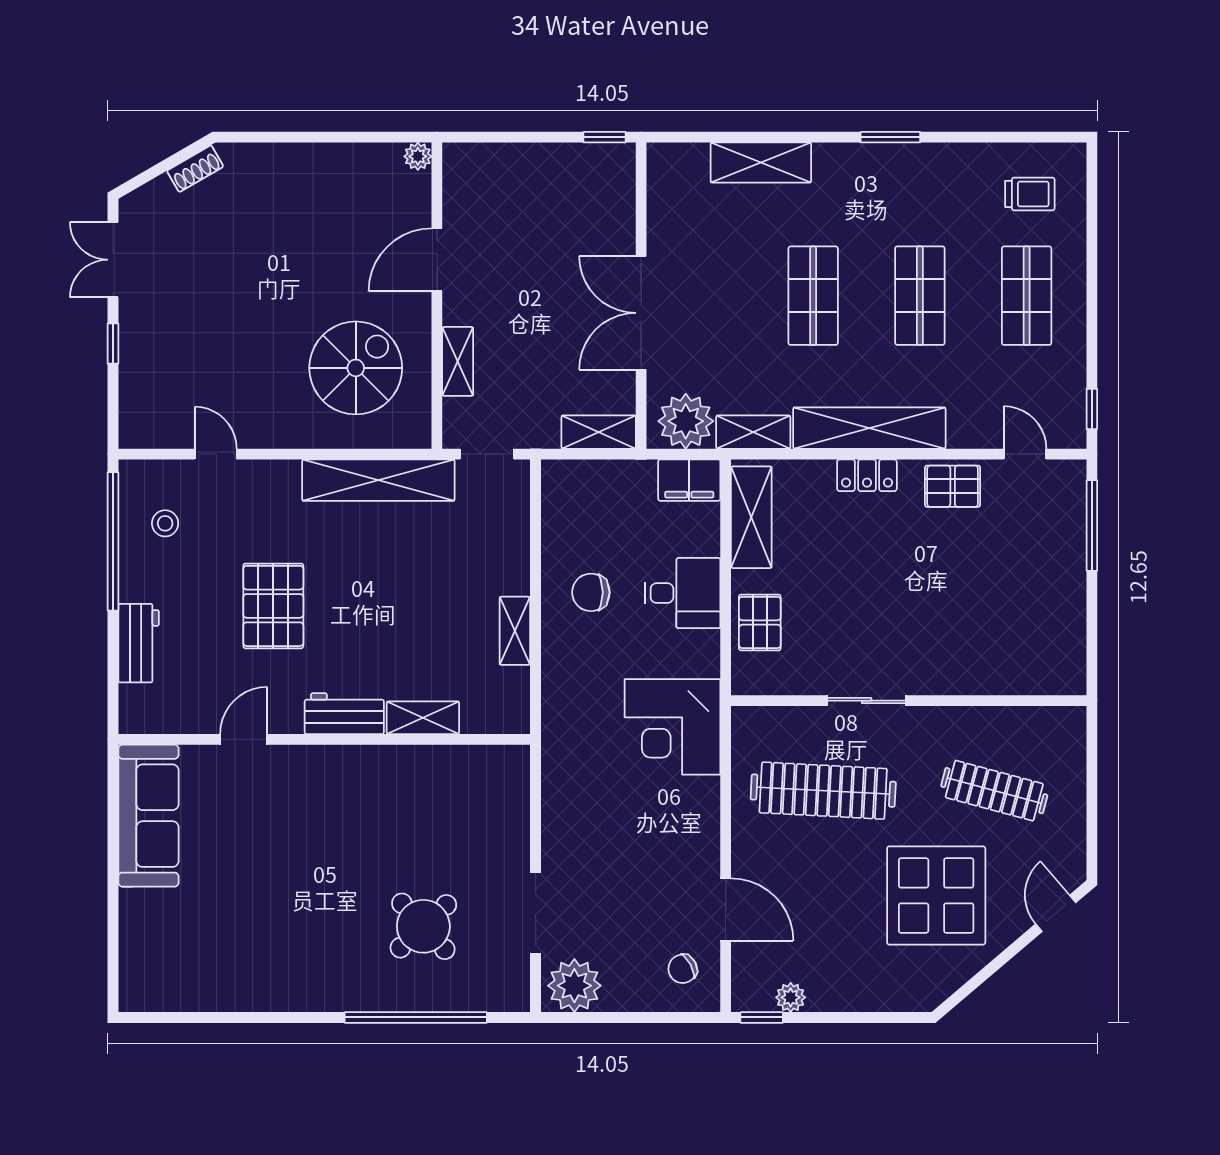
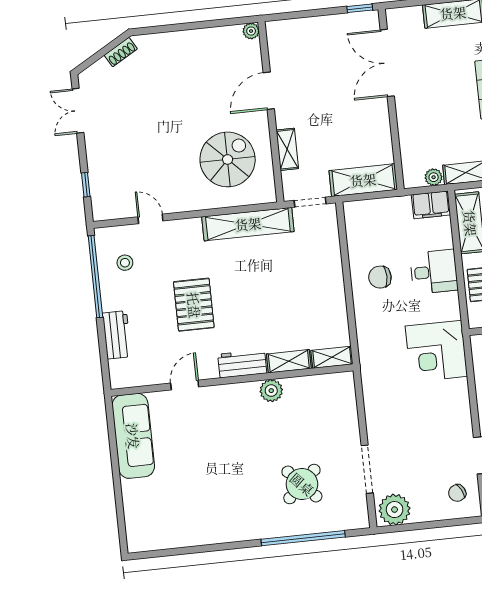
double door: (641, 313) -> (387, 63), moved
window: (113, 343) -> (86, 185), moved
plant: (686, 421) -> (434, 177), width x0.53, depth x0.53
shelving: (599, 432) -> (363, 180), width x1.50, depth x1.33
shelving: (515, 631) -> (332, 357), moved, turned 90
plant: (388, 764) -> (271, 391), added

